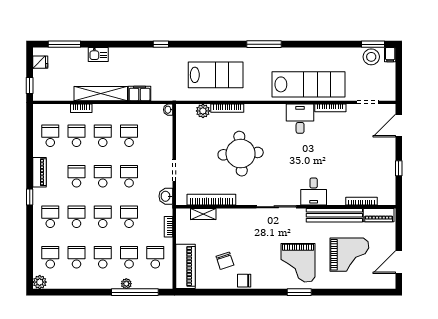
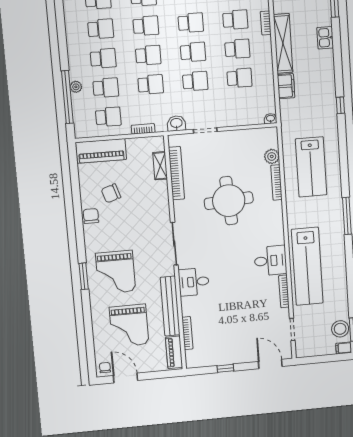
grand piano: (298, 263) -> (116, 272), turned -90
chair: (387, 280) -> (105, 368), added

